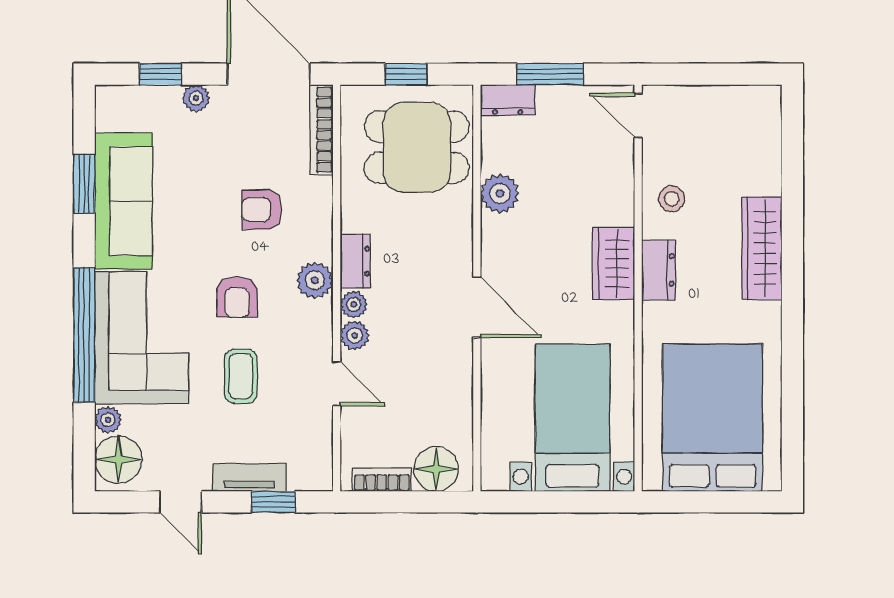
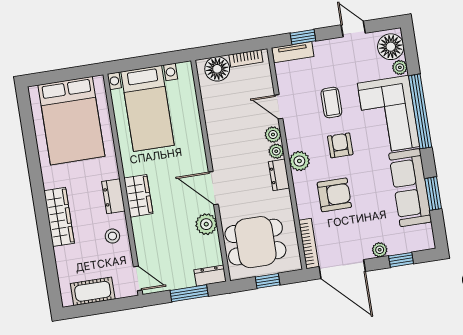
cot: (723, 105) -> (93, 291), added
armchair: (262, 210) -> (334, 195), width x1.38, depth x1.38
door: (477, 307) -> (213, 188), moved
tv unit: (249, 477) -> (293, 52), moved

